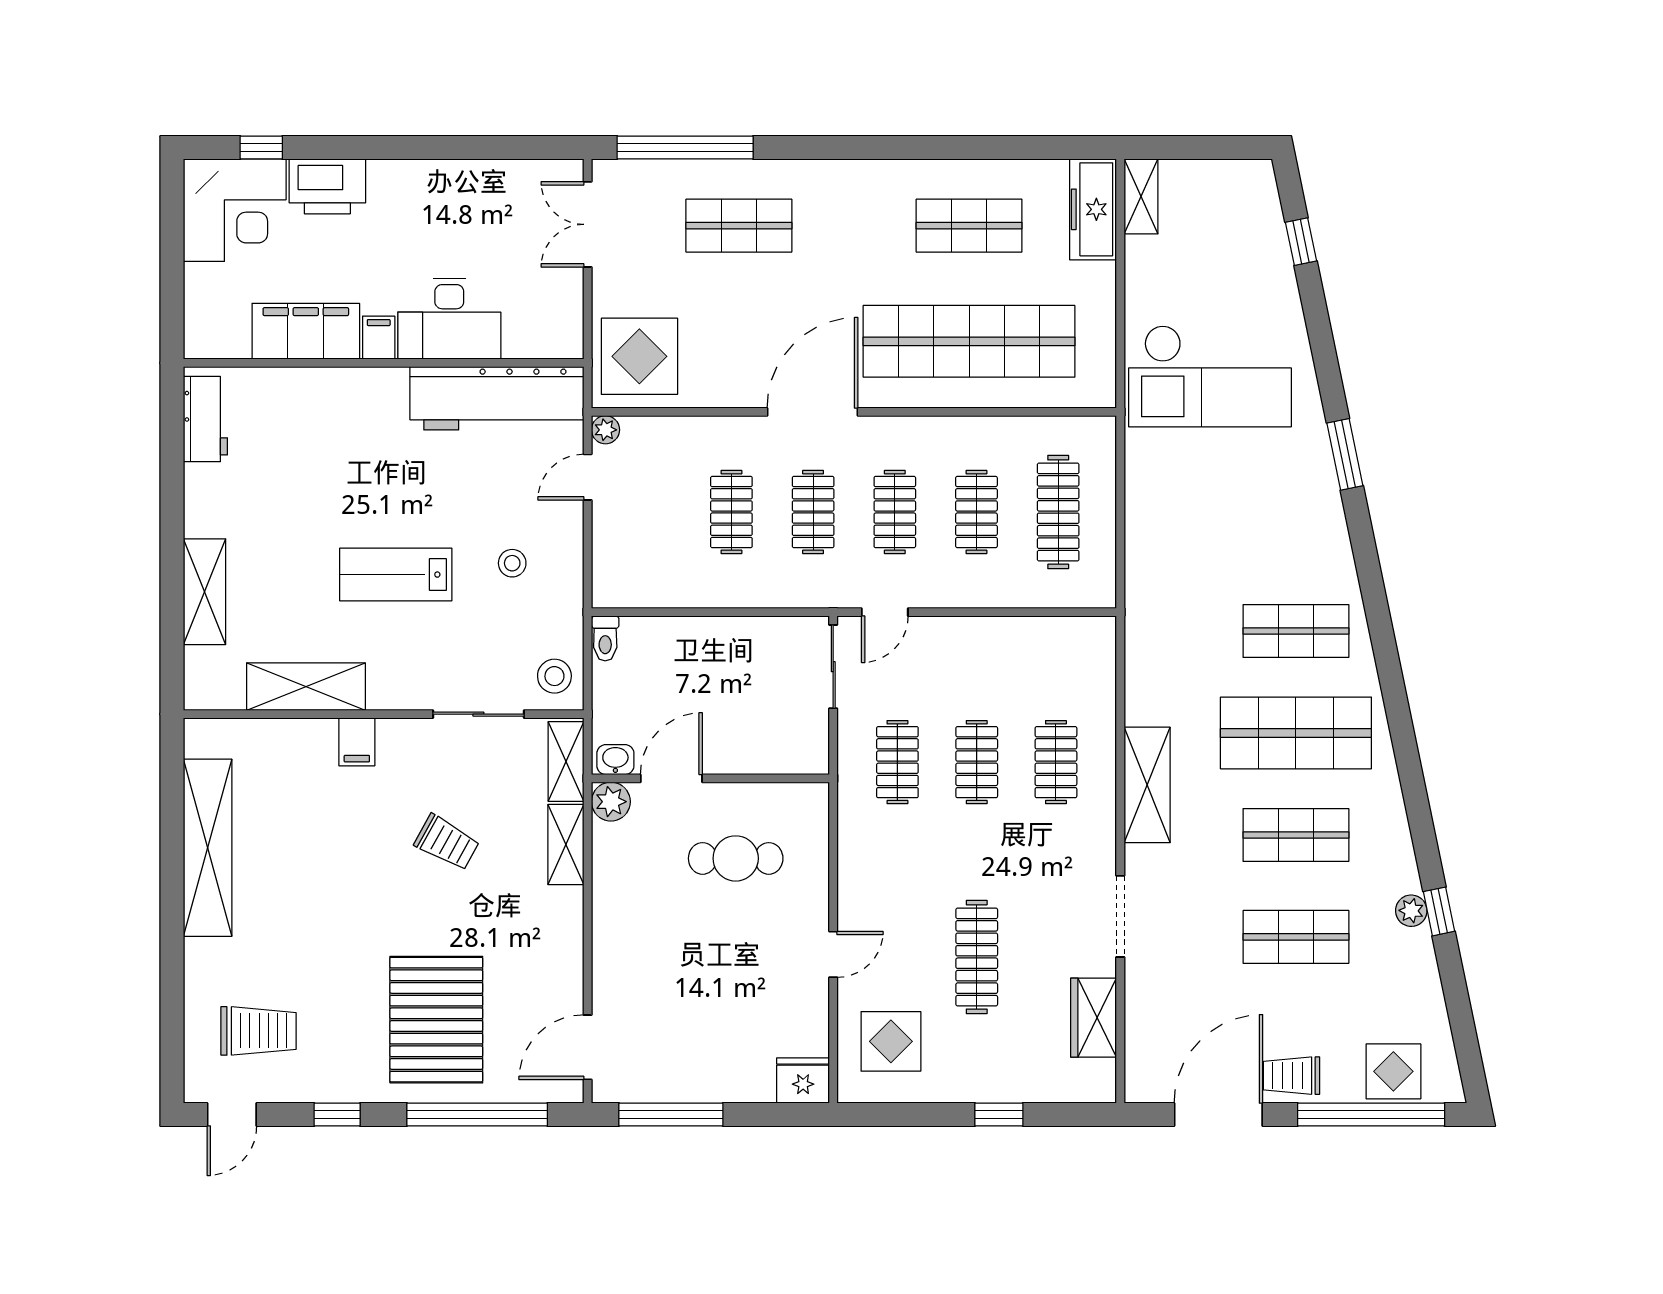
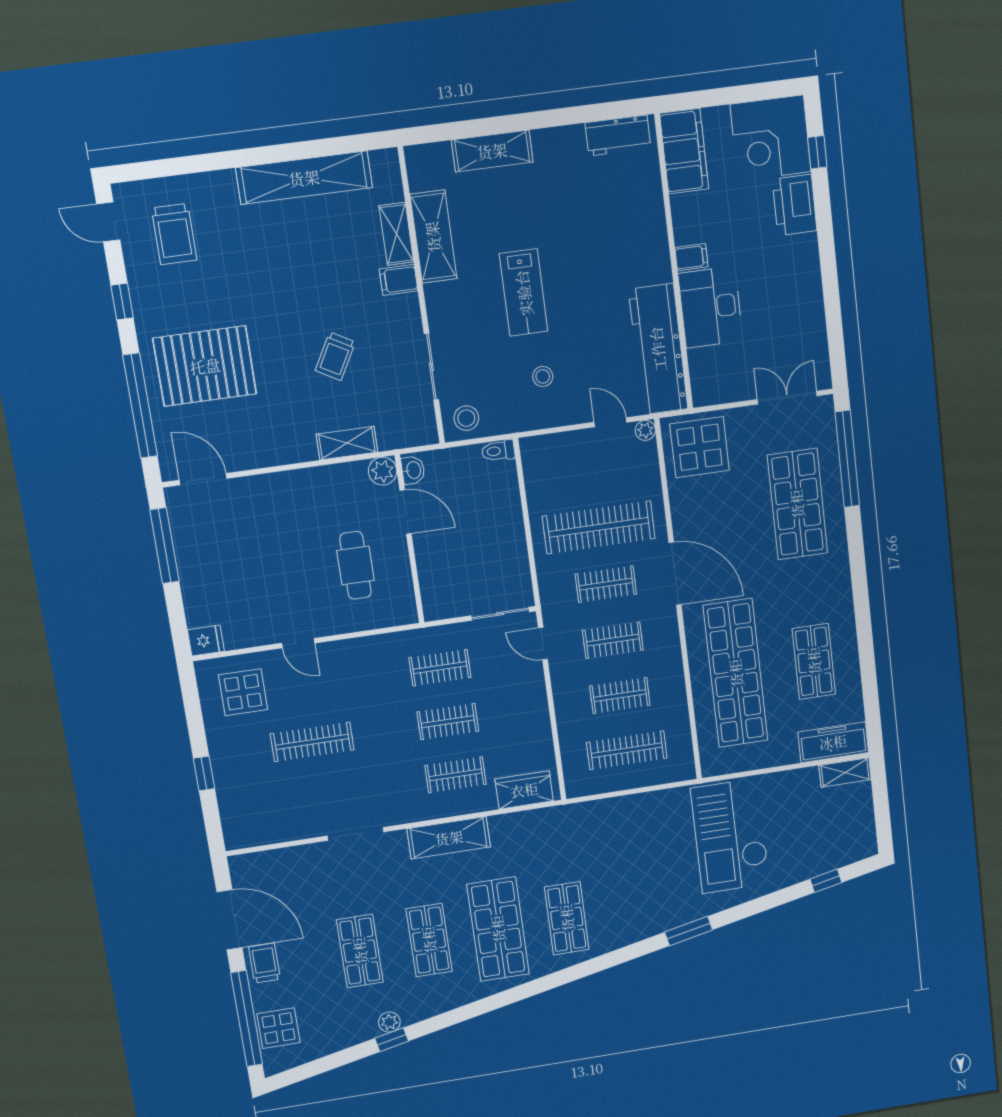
shop shelf: (739, 226) -> (797, 504), width x1.43, depth x1.36
filing cabinet: (306, 331) -> (684, 151), moved
clothes rail: (731, 512) -> (599, 527), width x1.86, depth x1.31
lab bench: (396, 575) -> (524, 293), turned 180
shelving: (566, 762) -> (396, 234), moved, turned 90
wardrobe: (1094, 1018) -> (524, 790), moved
fridge: (803, 1081) -> (206, 640), width x0.72

